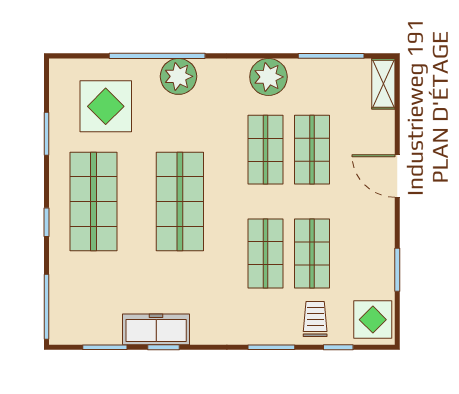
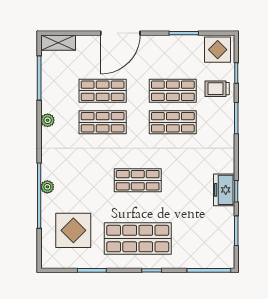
plant: (178, 76) -> (47, 187), width x0.53, depth x0.53
plant: (268, 77) -> (48, 120), width x0.53, depth x0.53
door: (397, 176) -> (120, 33), width x1.36
shop shelf: (180, 202) -> (138, 180), width x0.70, depth x0.74
freezer: (156, 329) -> (224, 190), width x0.71

